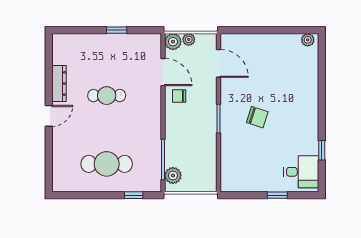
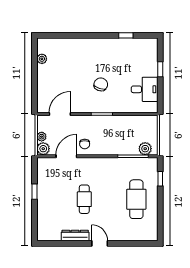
plant: (308, 40) -> (42, 59), moved
desk: (301, 172) -> (145, 89), moved, turned 90

